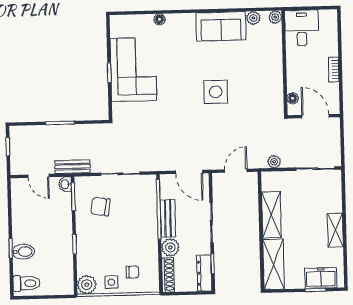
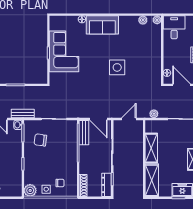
sofa: (221, 26) -> (102, 25), moved
bench: (168, 218) -> (84, 133), moved
plant: (170, 247) -> (85, 168), removed

